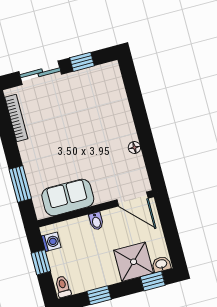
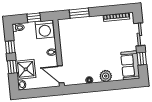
plant: (123, 120) -> (106, 76), added
sofa: (68, 197) -> (130, 65), moved, turned 180
door: (133, 199) -> (61, 74), hinge flipped
washing machine: (51, 242) -> (45, 29), width x1.89, depth x1.89
window: (153, 281) -> (12, 67), moved

